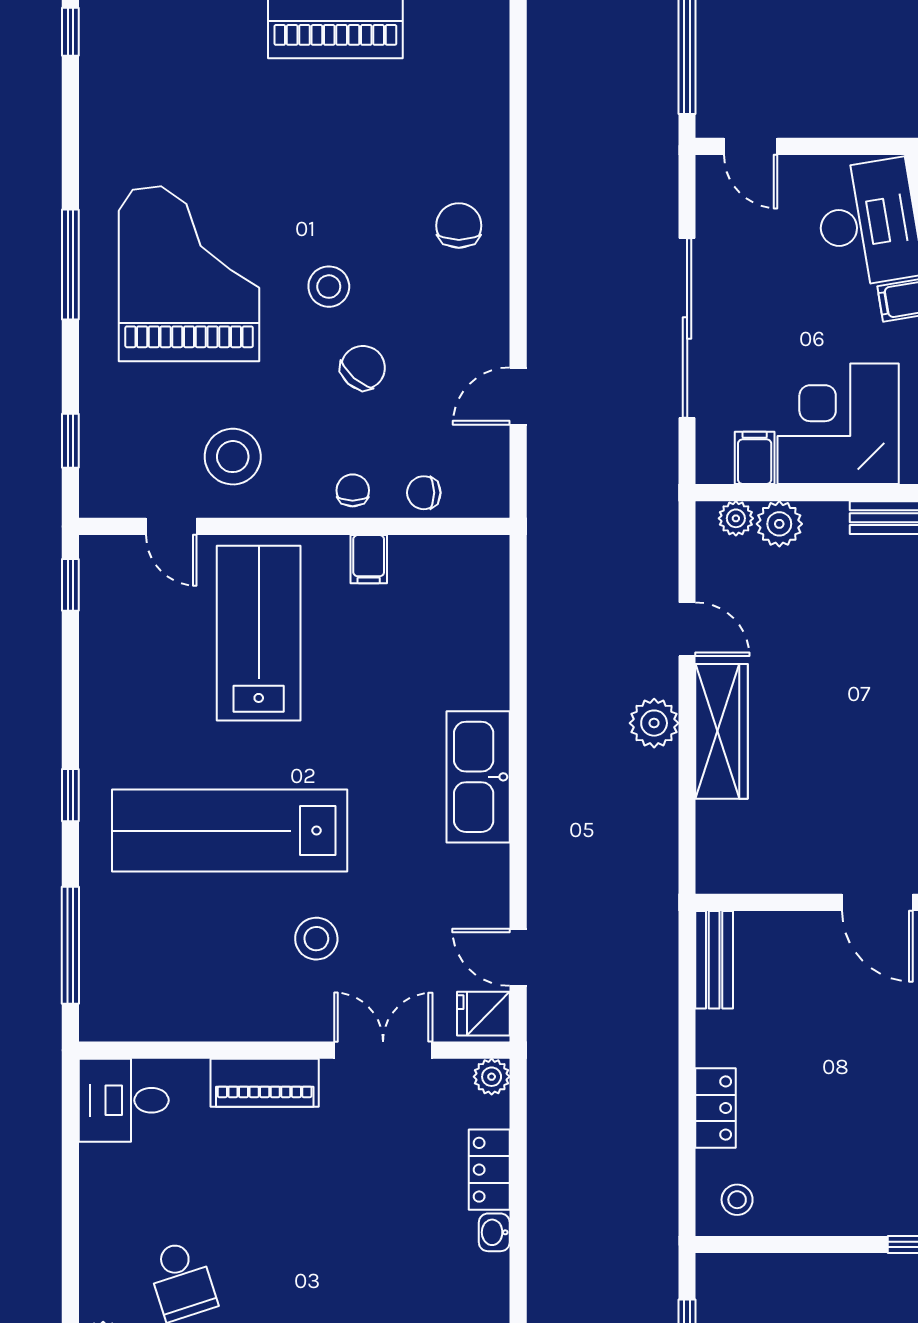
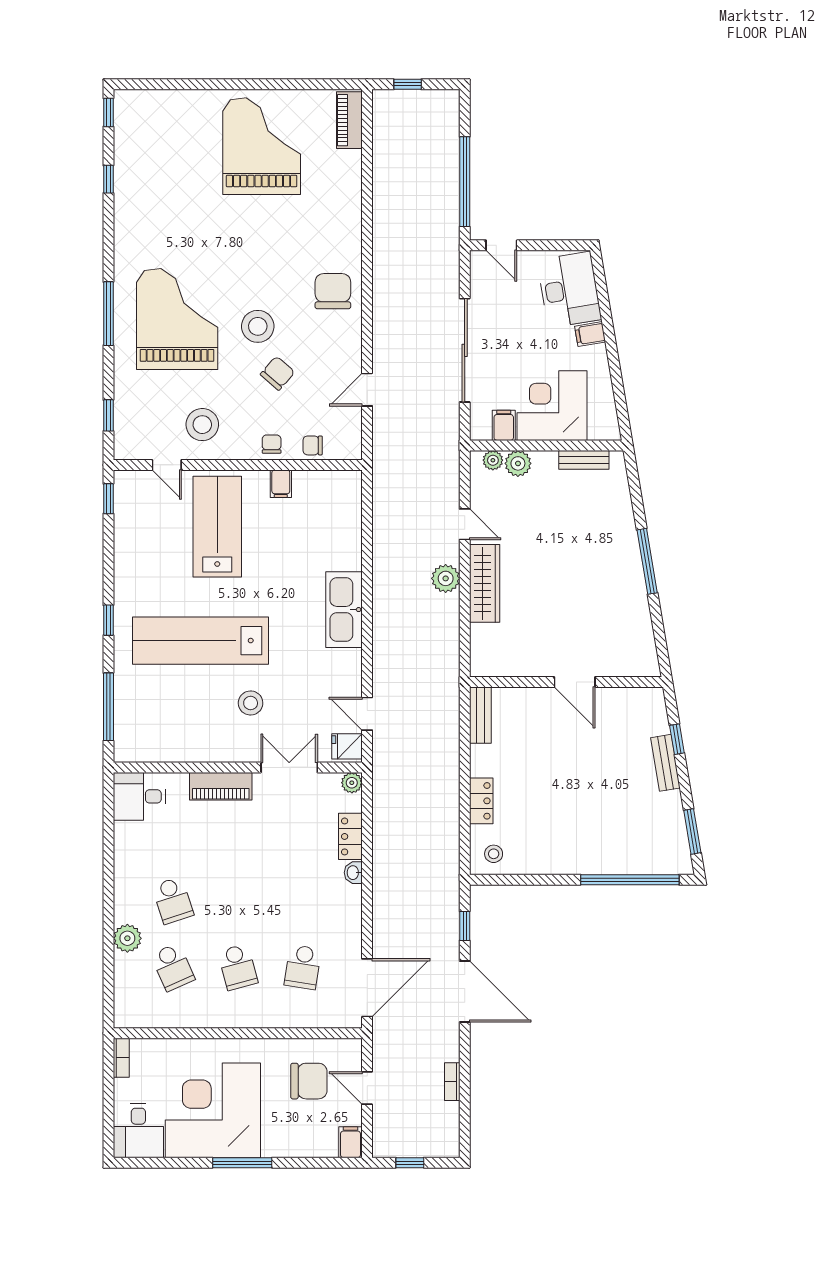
chair: (459, 226) -> (333, 291), width x1.37, depth x1.37
stool: (329, 287) -> (258, 326), width x1.38, depth x1.38

